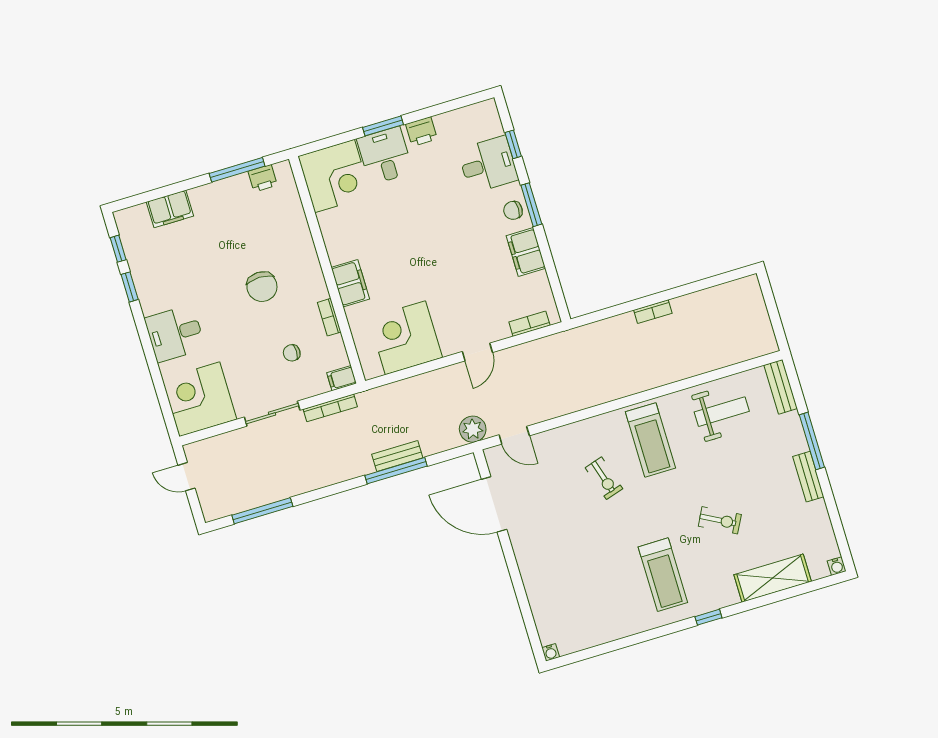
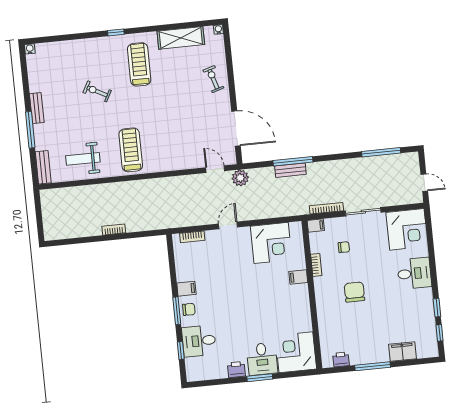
window: (237, 170) -> (373, 366), moved
filing cabinet: (526, 252) -> (186, 289), width x0.50
filing cabinet: (350, 283) -> (298, 277), width x0.50
exercise bike: (604, 478) -> (213, 79), moved
shelving: (773, 578) -> (181, 38), moved

